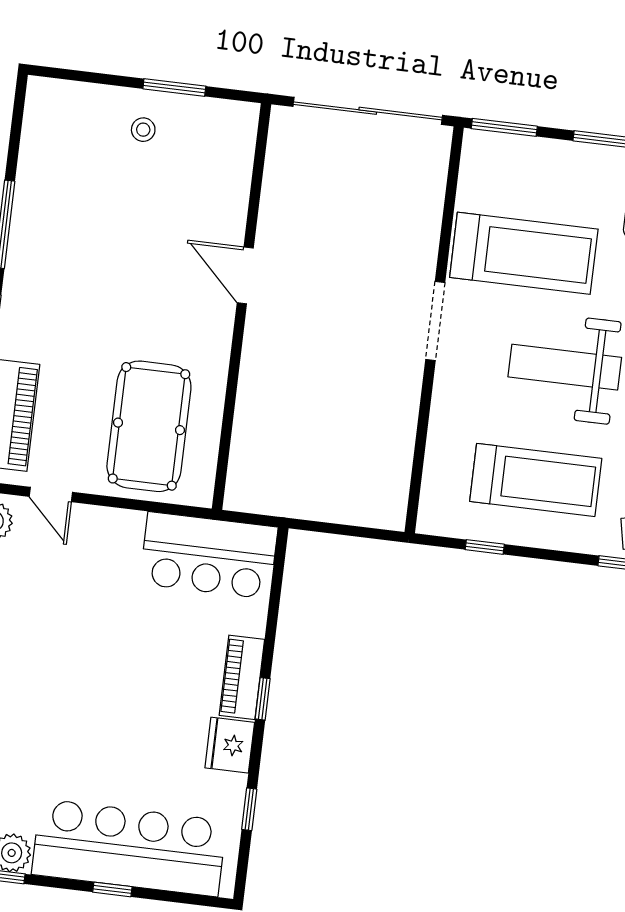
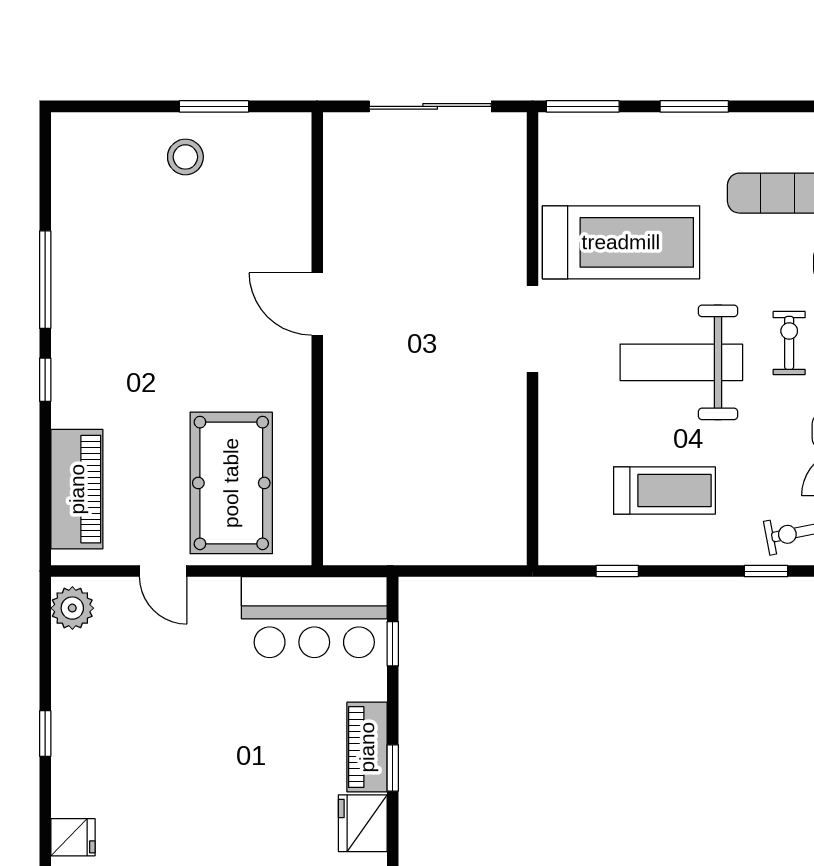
sliding door: (368, 111) -> (430, 106), width x0.73
stool: (143, 130) -> (185, 157), width x1.37, depth x1.37
treadmill: (536, 480) -> (664, 490), width x0.73, depth x0.73
door: (51, 494) -> (163, 571), moved
window: (276, 588) -> (393, 644), added

